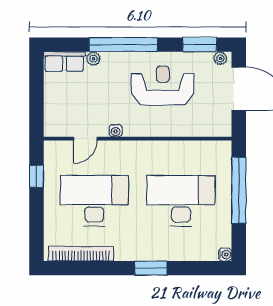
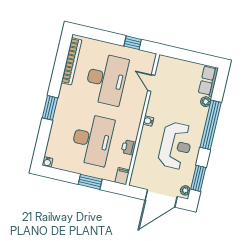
water cooler: (116, 130) -> (148, 121), moved
printer: (180, 149) -> (129, 147), added
filing cabinet: (221, 149) -> (122, 176), added
window: (239, 190) -> (90, 182), width x0.47

